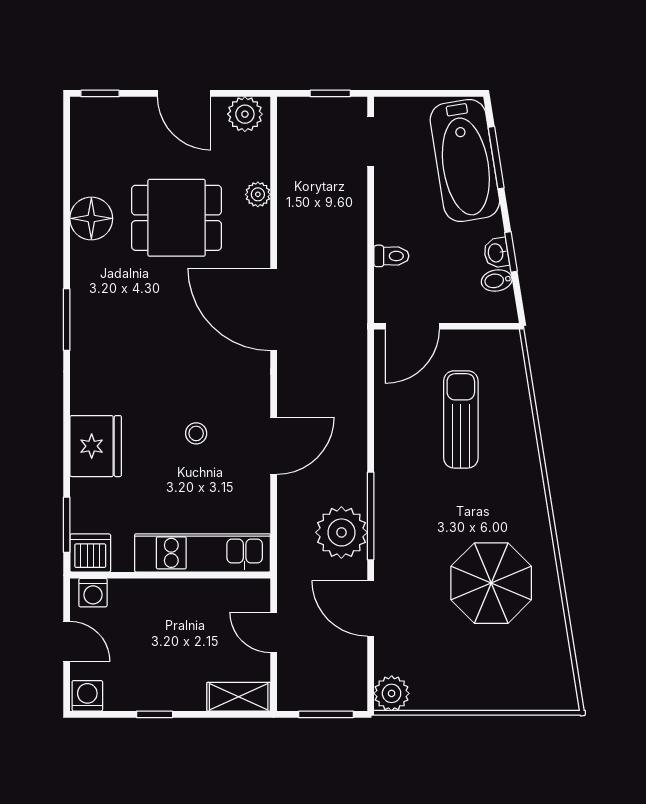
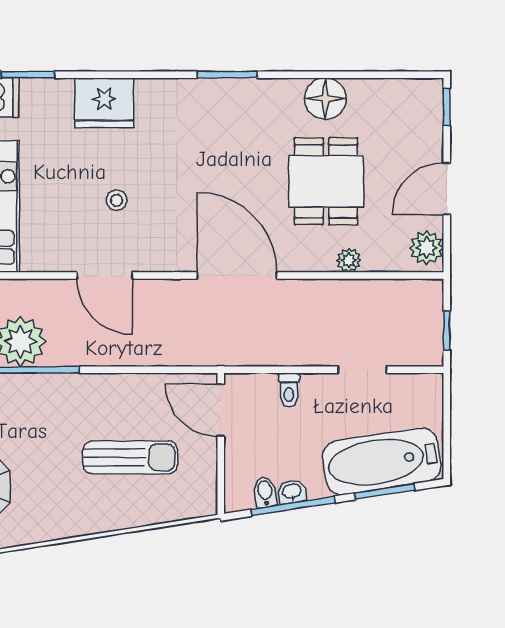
doorway: (371, 142) -> (362, 370), moved
window: (511, 252) -> (293, 506), width x2.17
door: (274, 309) -> (237, 276), hinge flipped

